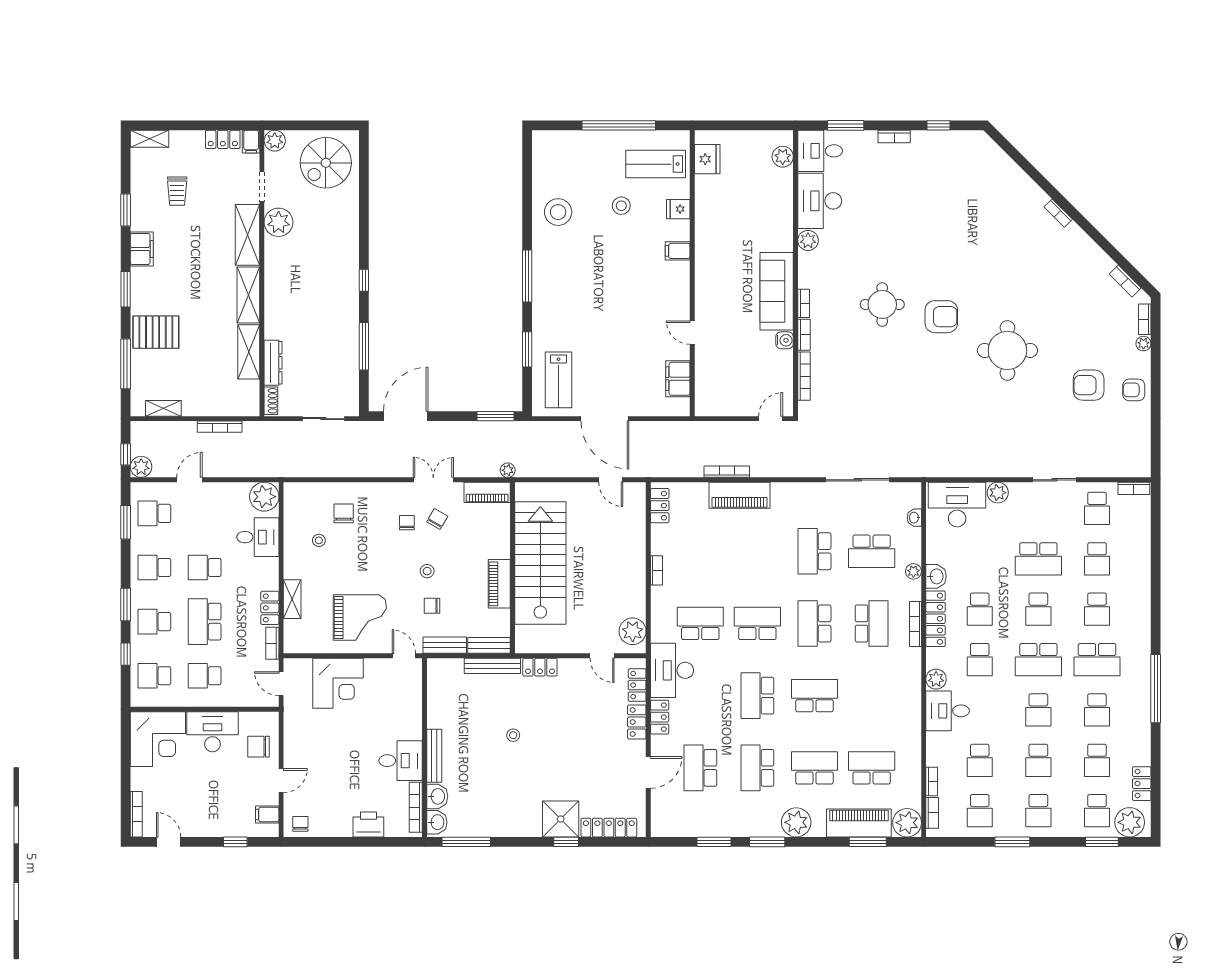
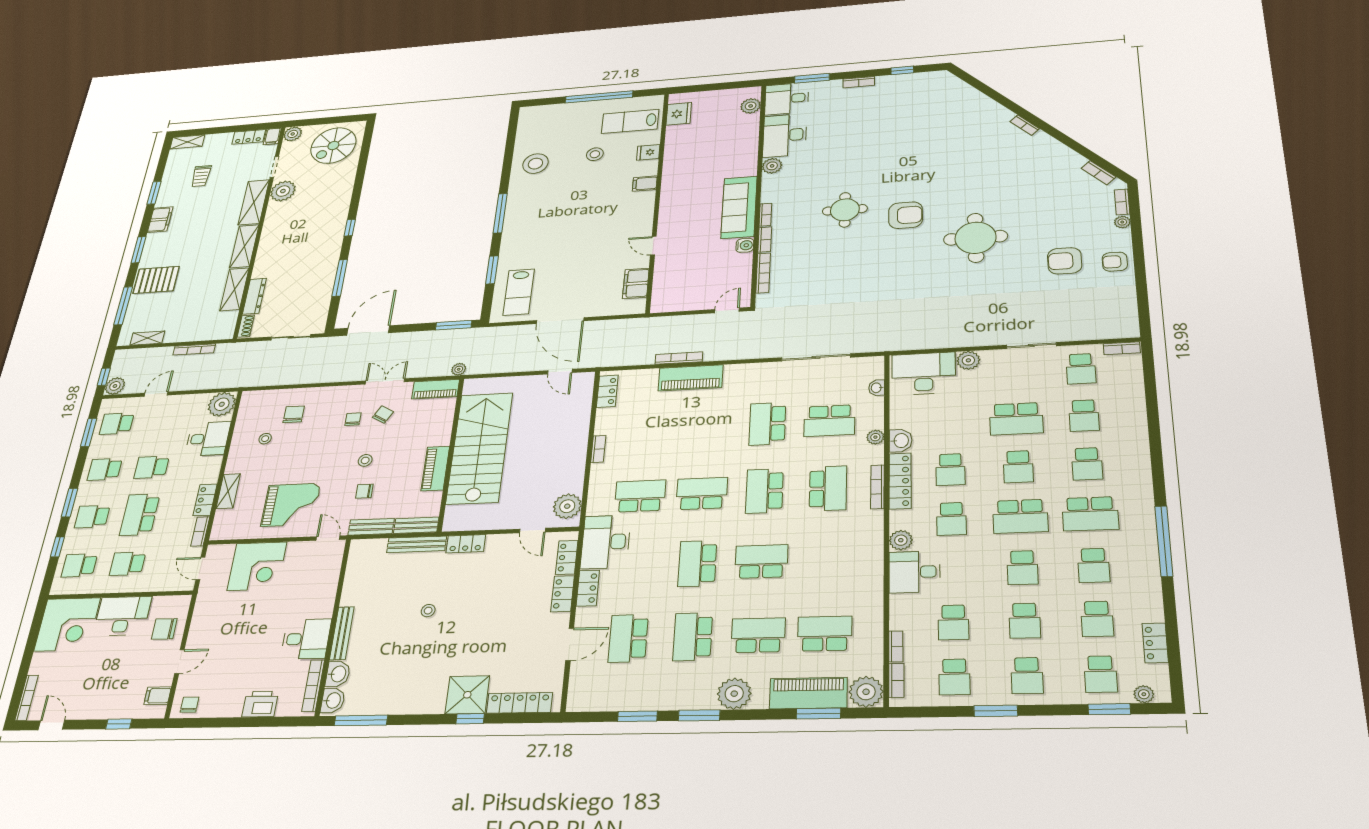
plant: (1130, 822) -> (1144, 694), width x0.53, depth x0.53

